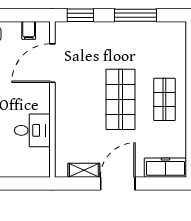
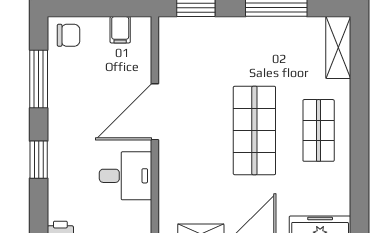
shelving: (178, 43) -> (338, 48), added
door: (52, 63) -> (155, 112), moved

